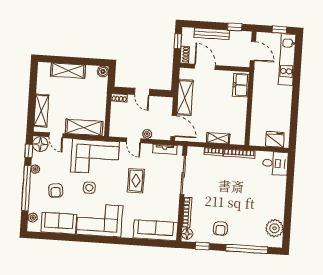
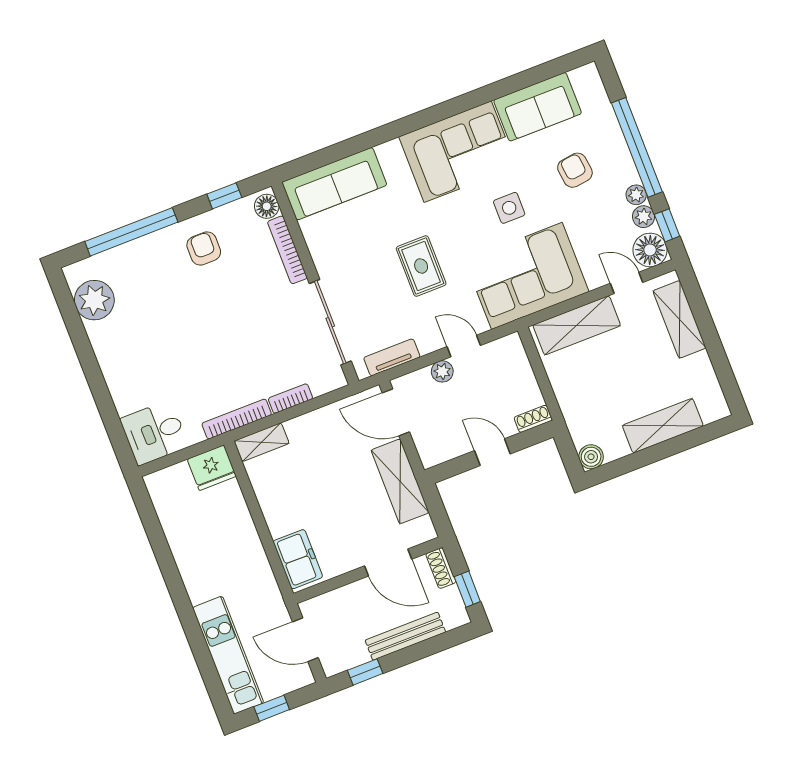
shelving: (218, 138) -> (262, 442), moved
fridge: (275, 139) -> (212, 468), moved
plant: (33, 218) -> (644, 217), moved

